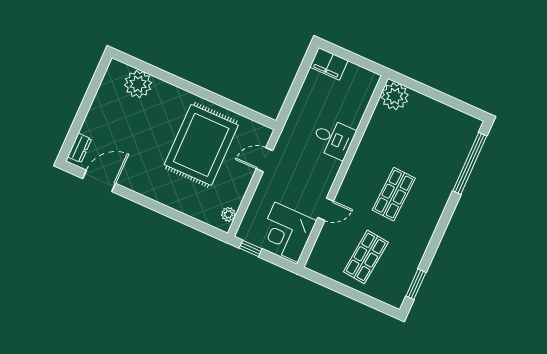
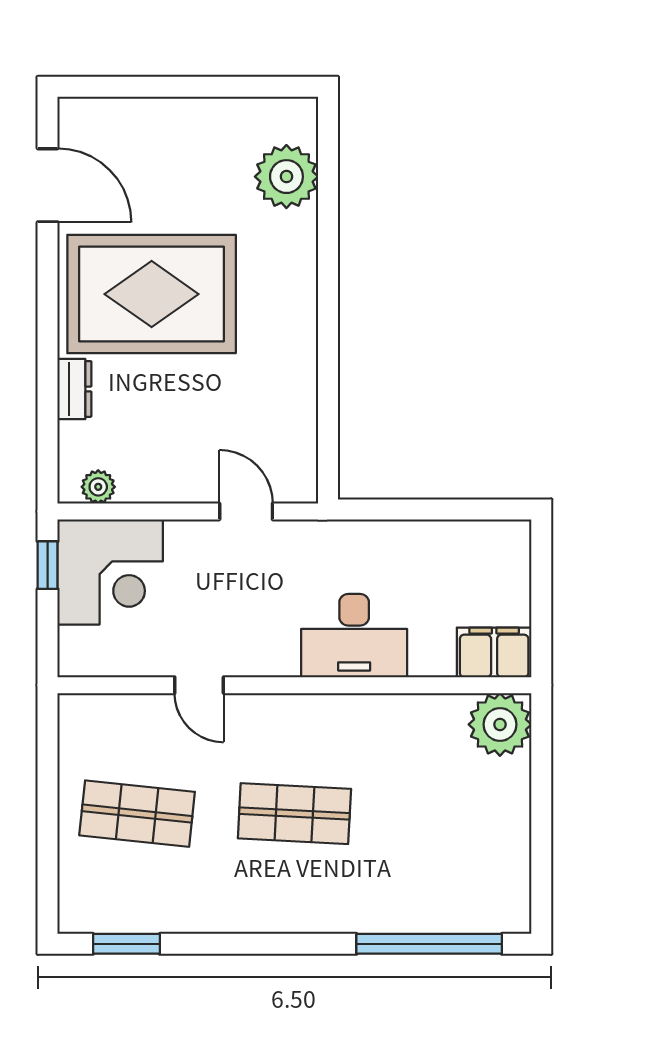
filing cabinet: (329, 64) -> (494, 652), moved, turned 90
desk: (333, 139) -> (354, 636), width x1.37
rug: (201, 145) -> (152, 294), moved
dresser: (80, 148) -> (74, 389), moved, turned -90
corner desk: (286, 232) -> (110, 572), moved, turned 180

